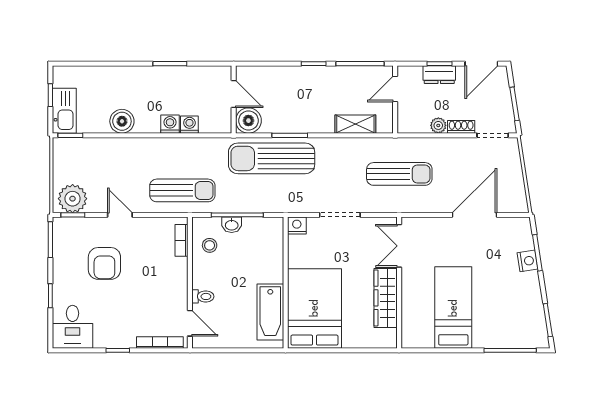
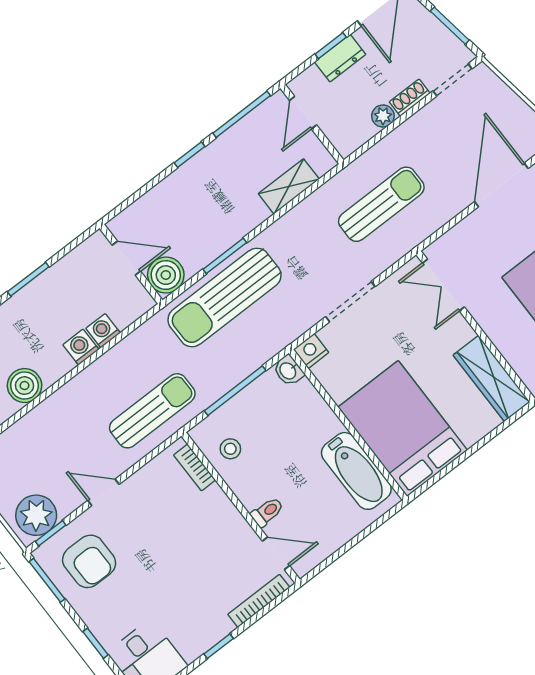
washbasin: (232, 225) -> (288, 371), moved, turned 90
armchair: (104, 263) -> (89, 561), moved
wardrobe: (386, 298) -> (492, 379), moved

